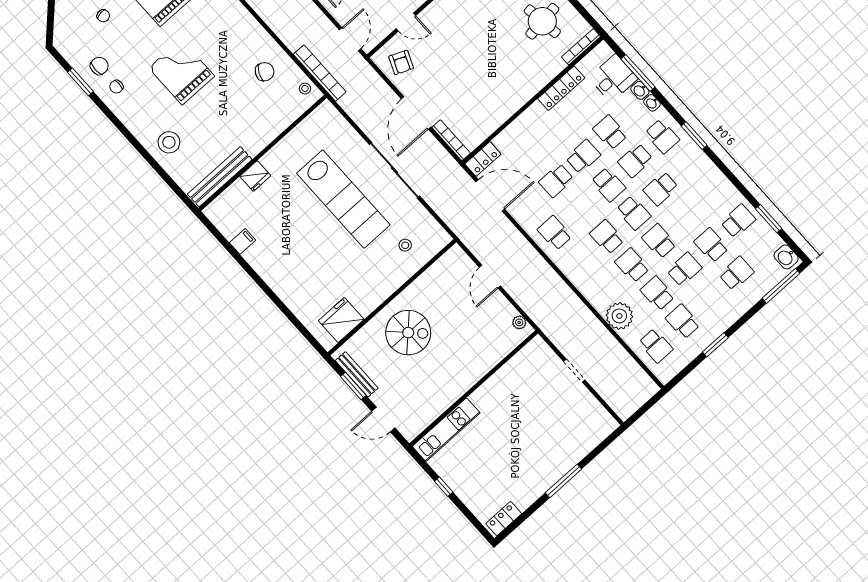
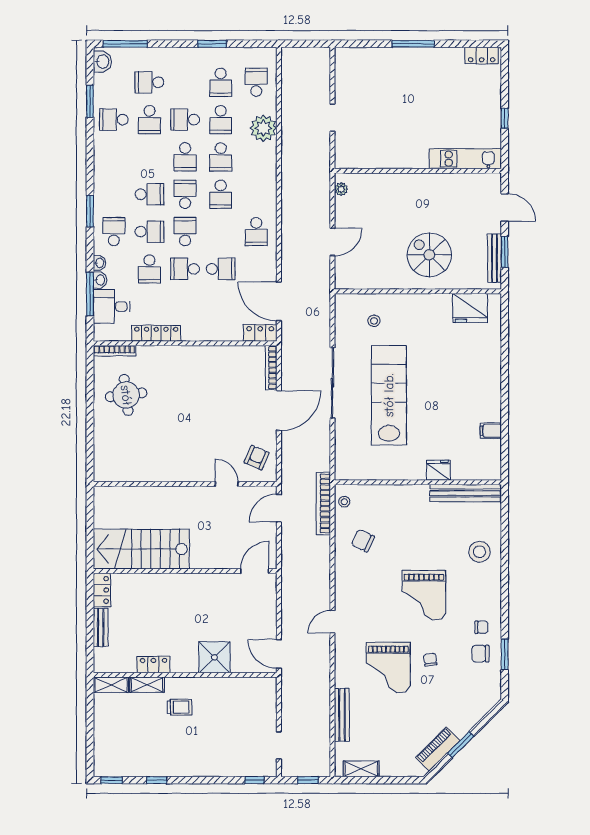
chair: (103, 16) -> (430, 660), moved

